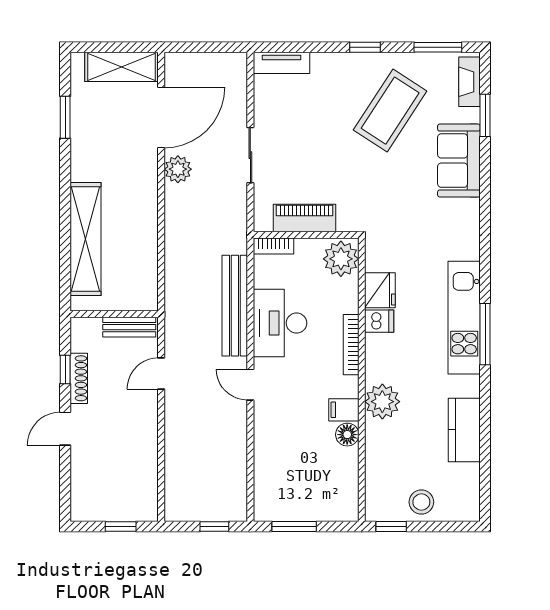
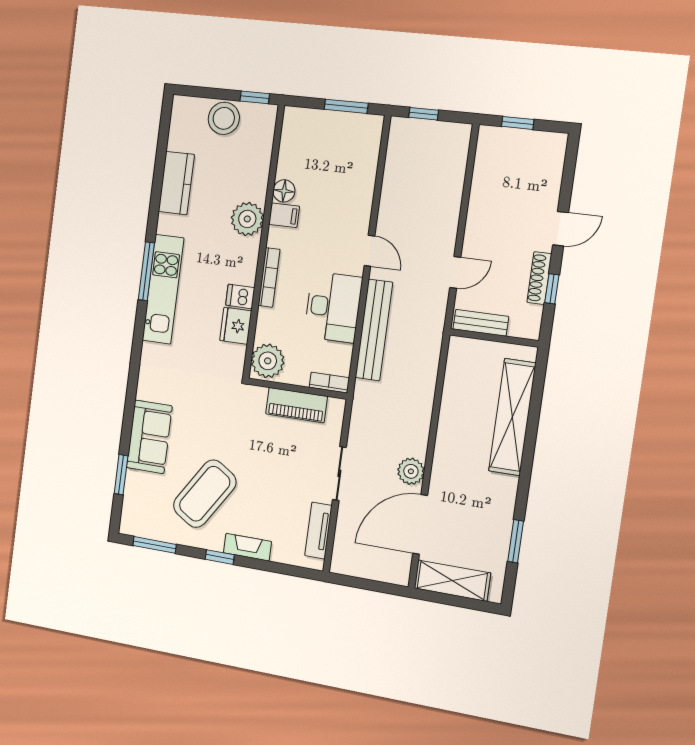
tv unit: (282, 63) -> (318, 531), moved, turned -90
fireplace: (469, 82) -> (247, 547), moved, turned -90
stool: (421, 502) -> (224, 118), width x1.38, depth x1.38

